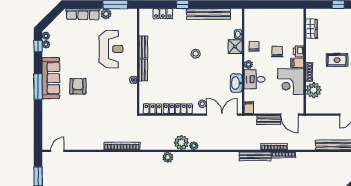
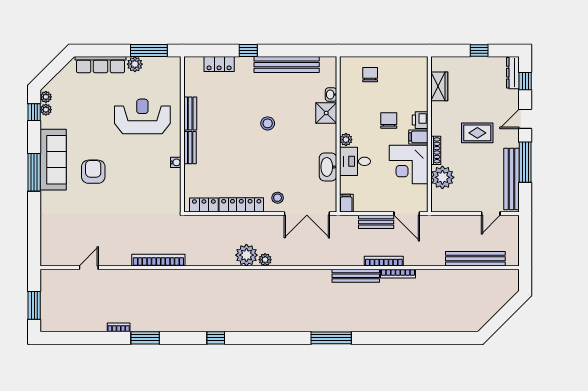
chair: (254, 46) -> (370, 75), moved
reception desk: (111, 49) -> (142, 116), turned -90
double door: (222, 115) -> (307, 214), swing flipped
door: (57, 151) -> (89, 268), moved
plant: (168, 157) -> (226, 277), removed

